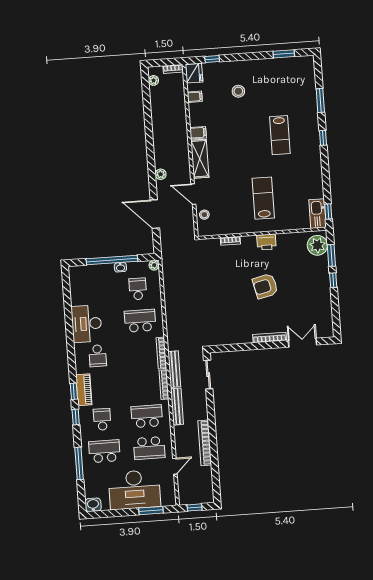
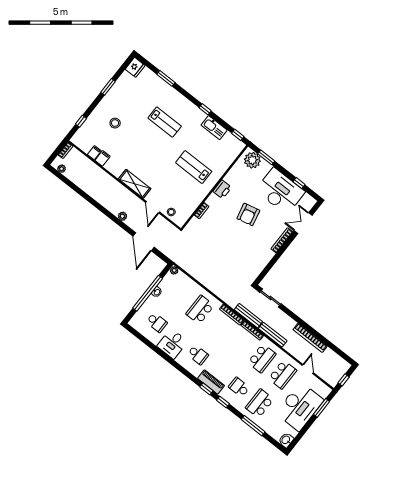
window: (284, 54) -> (108, 87), moved
fridge: (194, 73) -> (135, 67), moved, turned 90
filing cabinet: (198, 133) -> (103, 158), moved
window: (323, 138) -> (205, 109), moved
door: (193, 194) -> (153, 207), hinge flipped
door: (155, 214) -> (144, 242), hinge flipped
kitchen sink: (318, 214) -> (214, 128), moved
window: (333, 280) -> (299, 183), moved
school desk: (138, 289) -> (157, 322), moved, turned 180
desk: (312, 296) -> (280, 191), added
desk: (87, 324) -> (172, 344), width x0.73
school desk: (147, 416) -> (262, 358), turned 180

